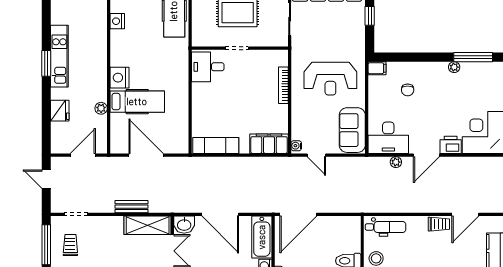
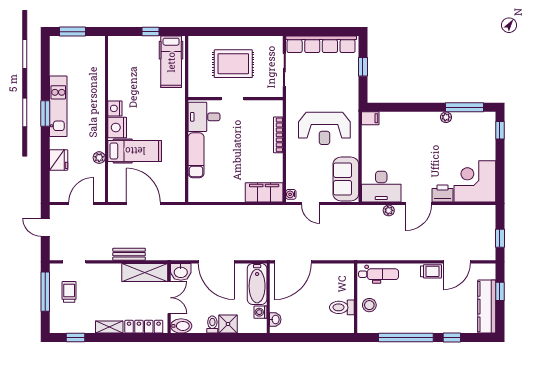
nightstand: (117, 21) -> (115, 108), moved
chair: (408, 90) -> (400, 140), removed
exam couch: (216, 146) -> (196, 155), moved, turned 90

